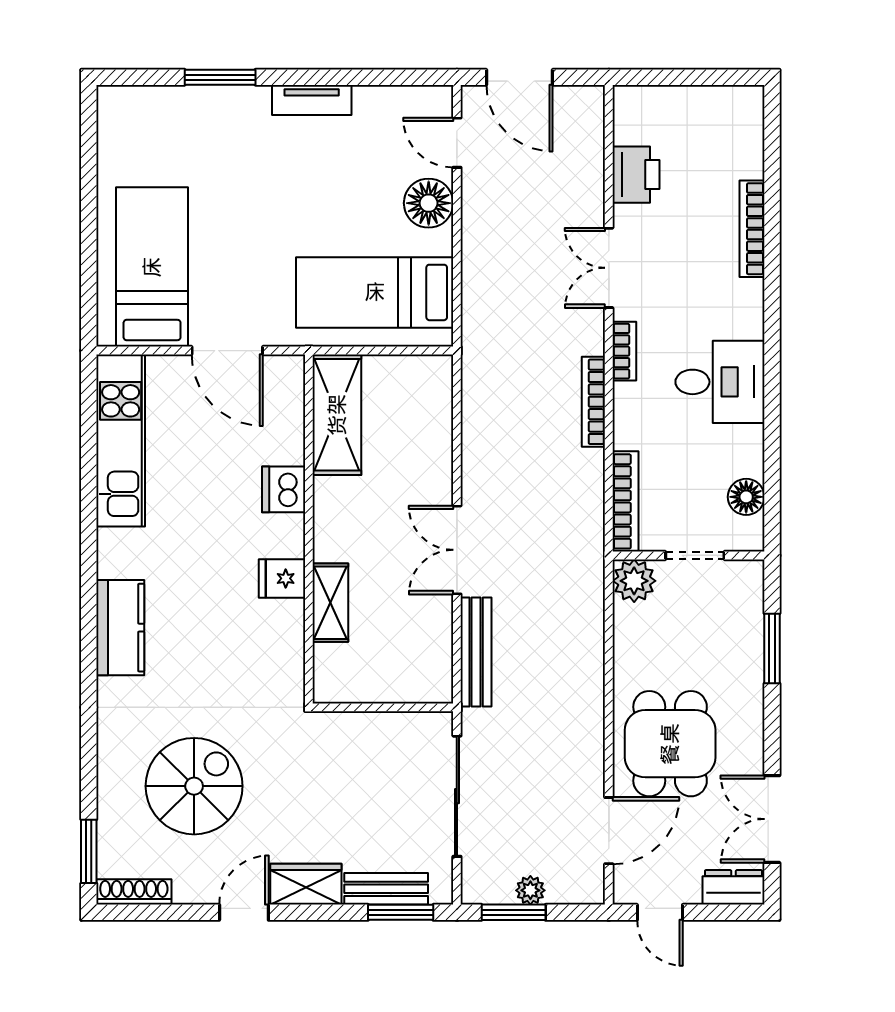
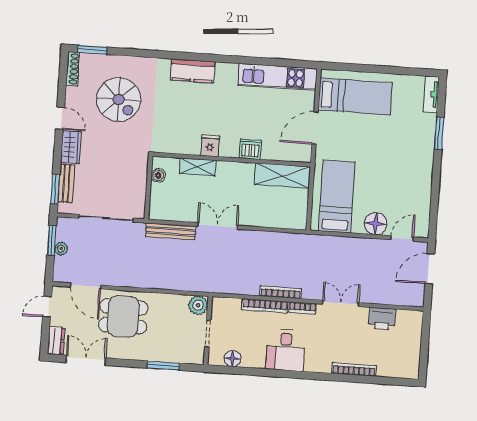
tv unit: (312, 100) -> (431, 94), moved
bookcase: (625, 501) -> (265, 306), moved
boiler: (355, 688) -> (158, 175), added

